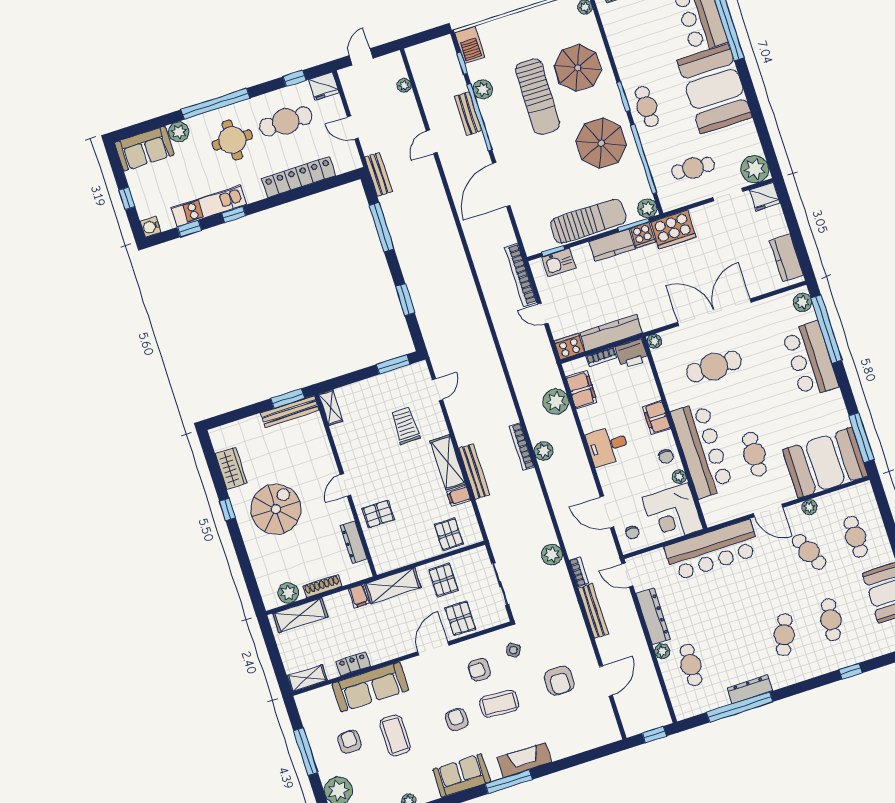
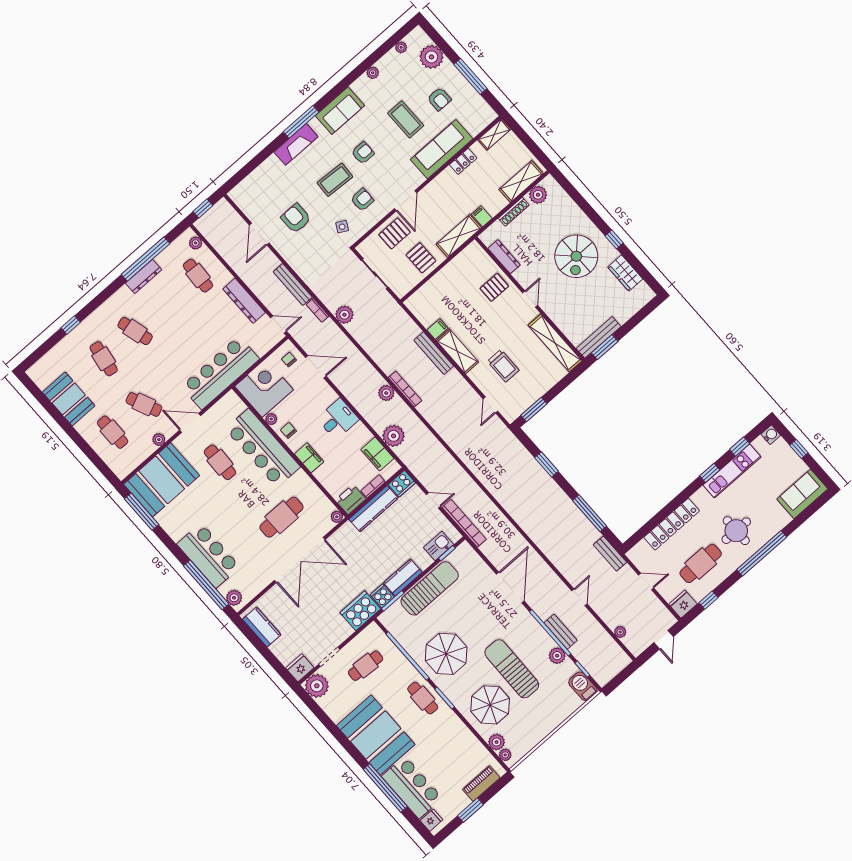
plant: (179, 132) -> (781, 519), removed
plant: (647, 208) -> (497, 742), moved
sun lounger: (588, 221) -> (430, 588), turned 180
shelving: (331, 408) -> (555, 343), width x2.20, depth x1.33
pallet: (449, 534) -> (432, 295), removed
pallet: (460, 618) -> (394, 233), turned 90
cafe table: (784, 635) -> (135, 331), turned -36
plant: (662, 651) -> (196, 243), moved
armchair: (457, 720) -> (363, 153), turned -88

